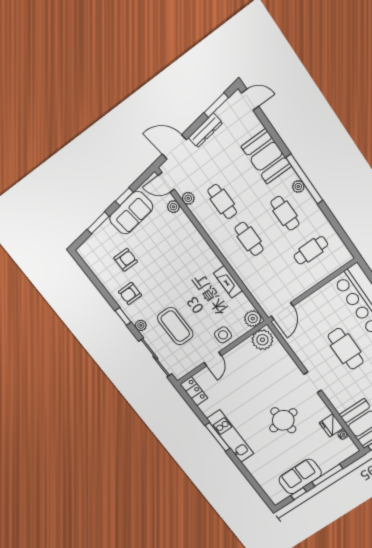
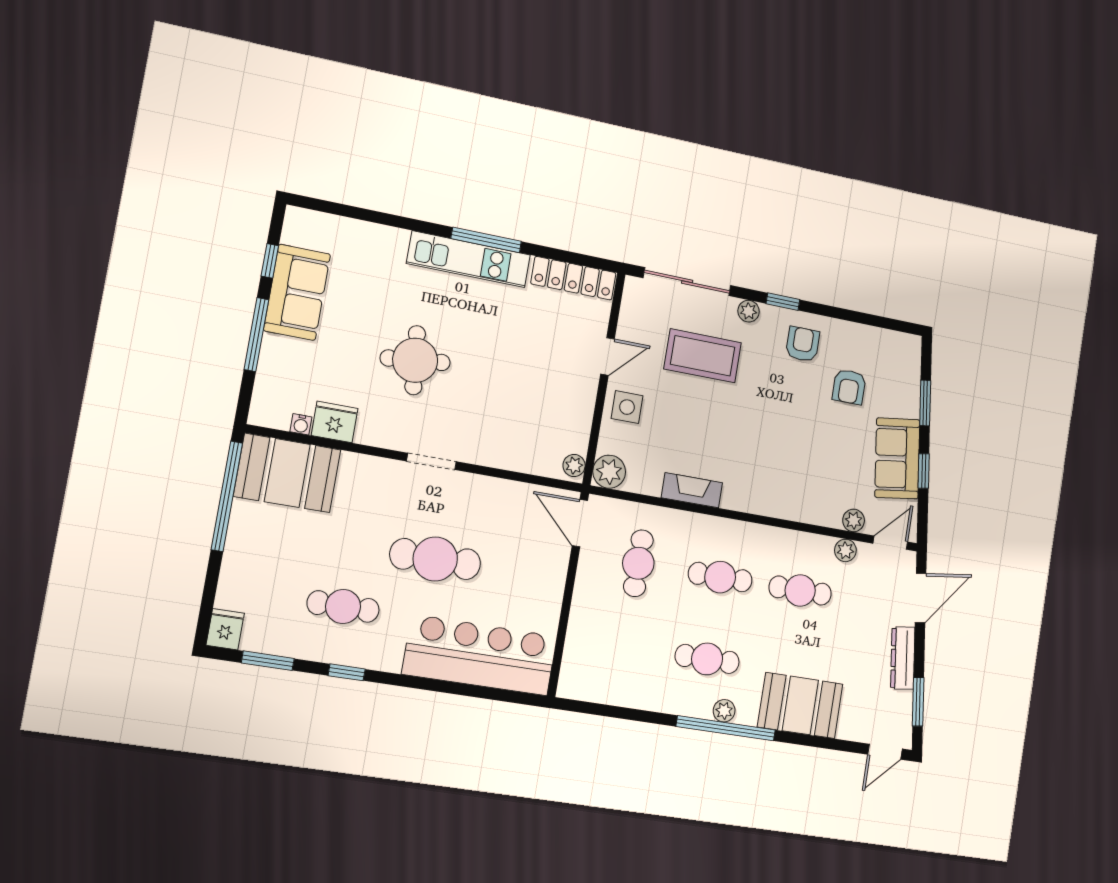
cafe table: (311, 250) -> (638, 563), moved
plant: (262, 340) -> (574, 466), width x0.53, depth x0.53
door: (213, 359) -> (608, 357), swing flipped
locker: (194, 391) -> (573, 278), width x1.53

